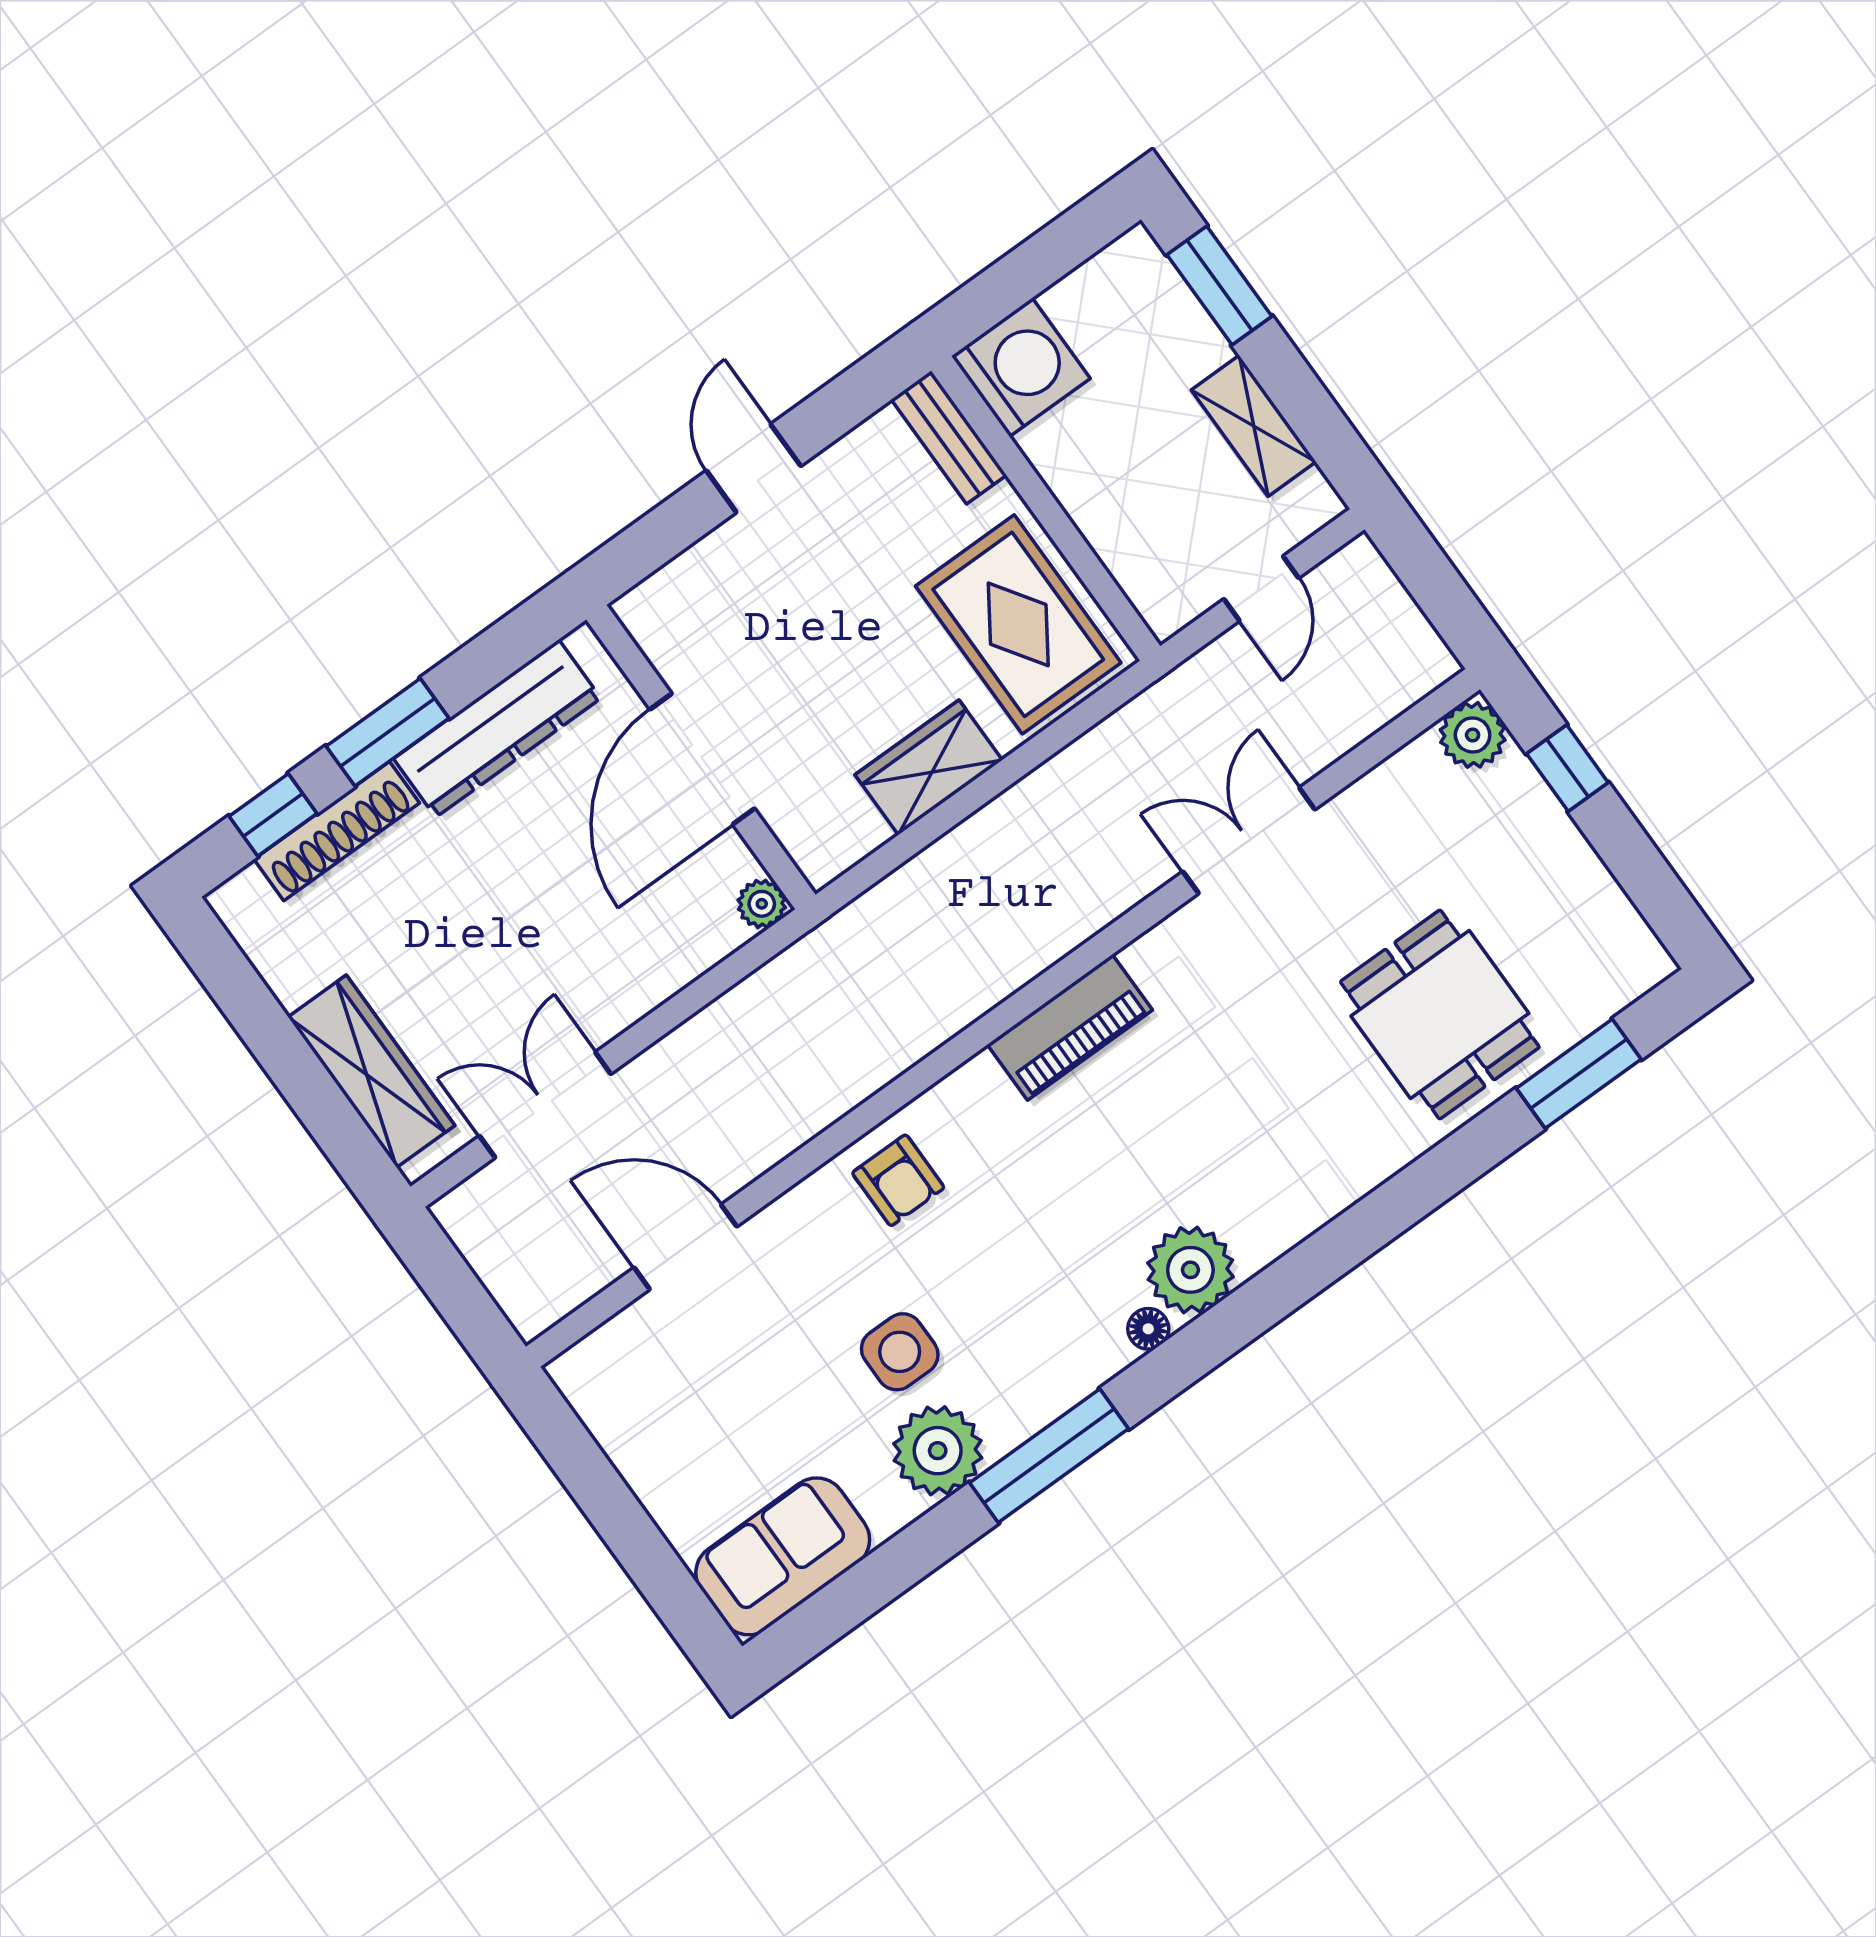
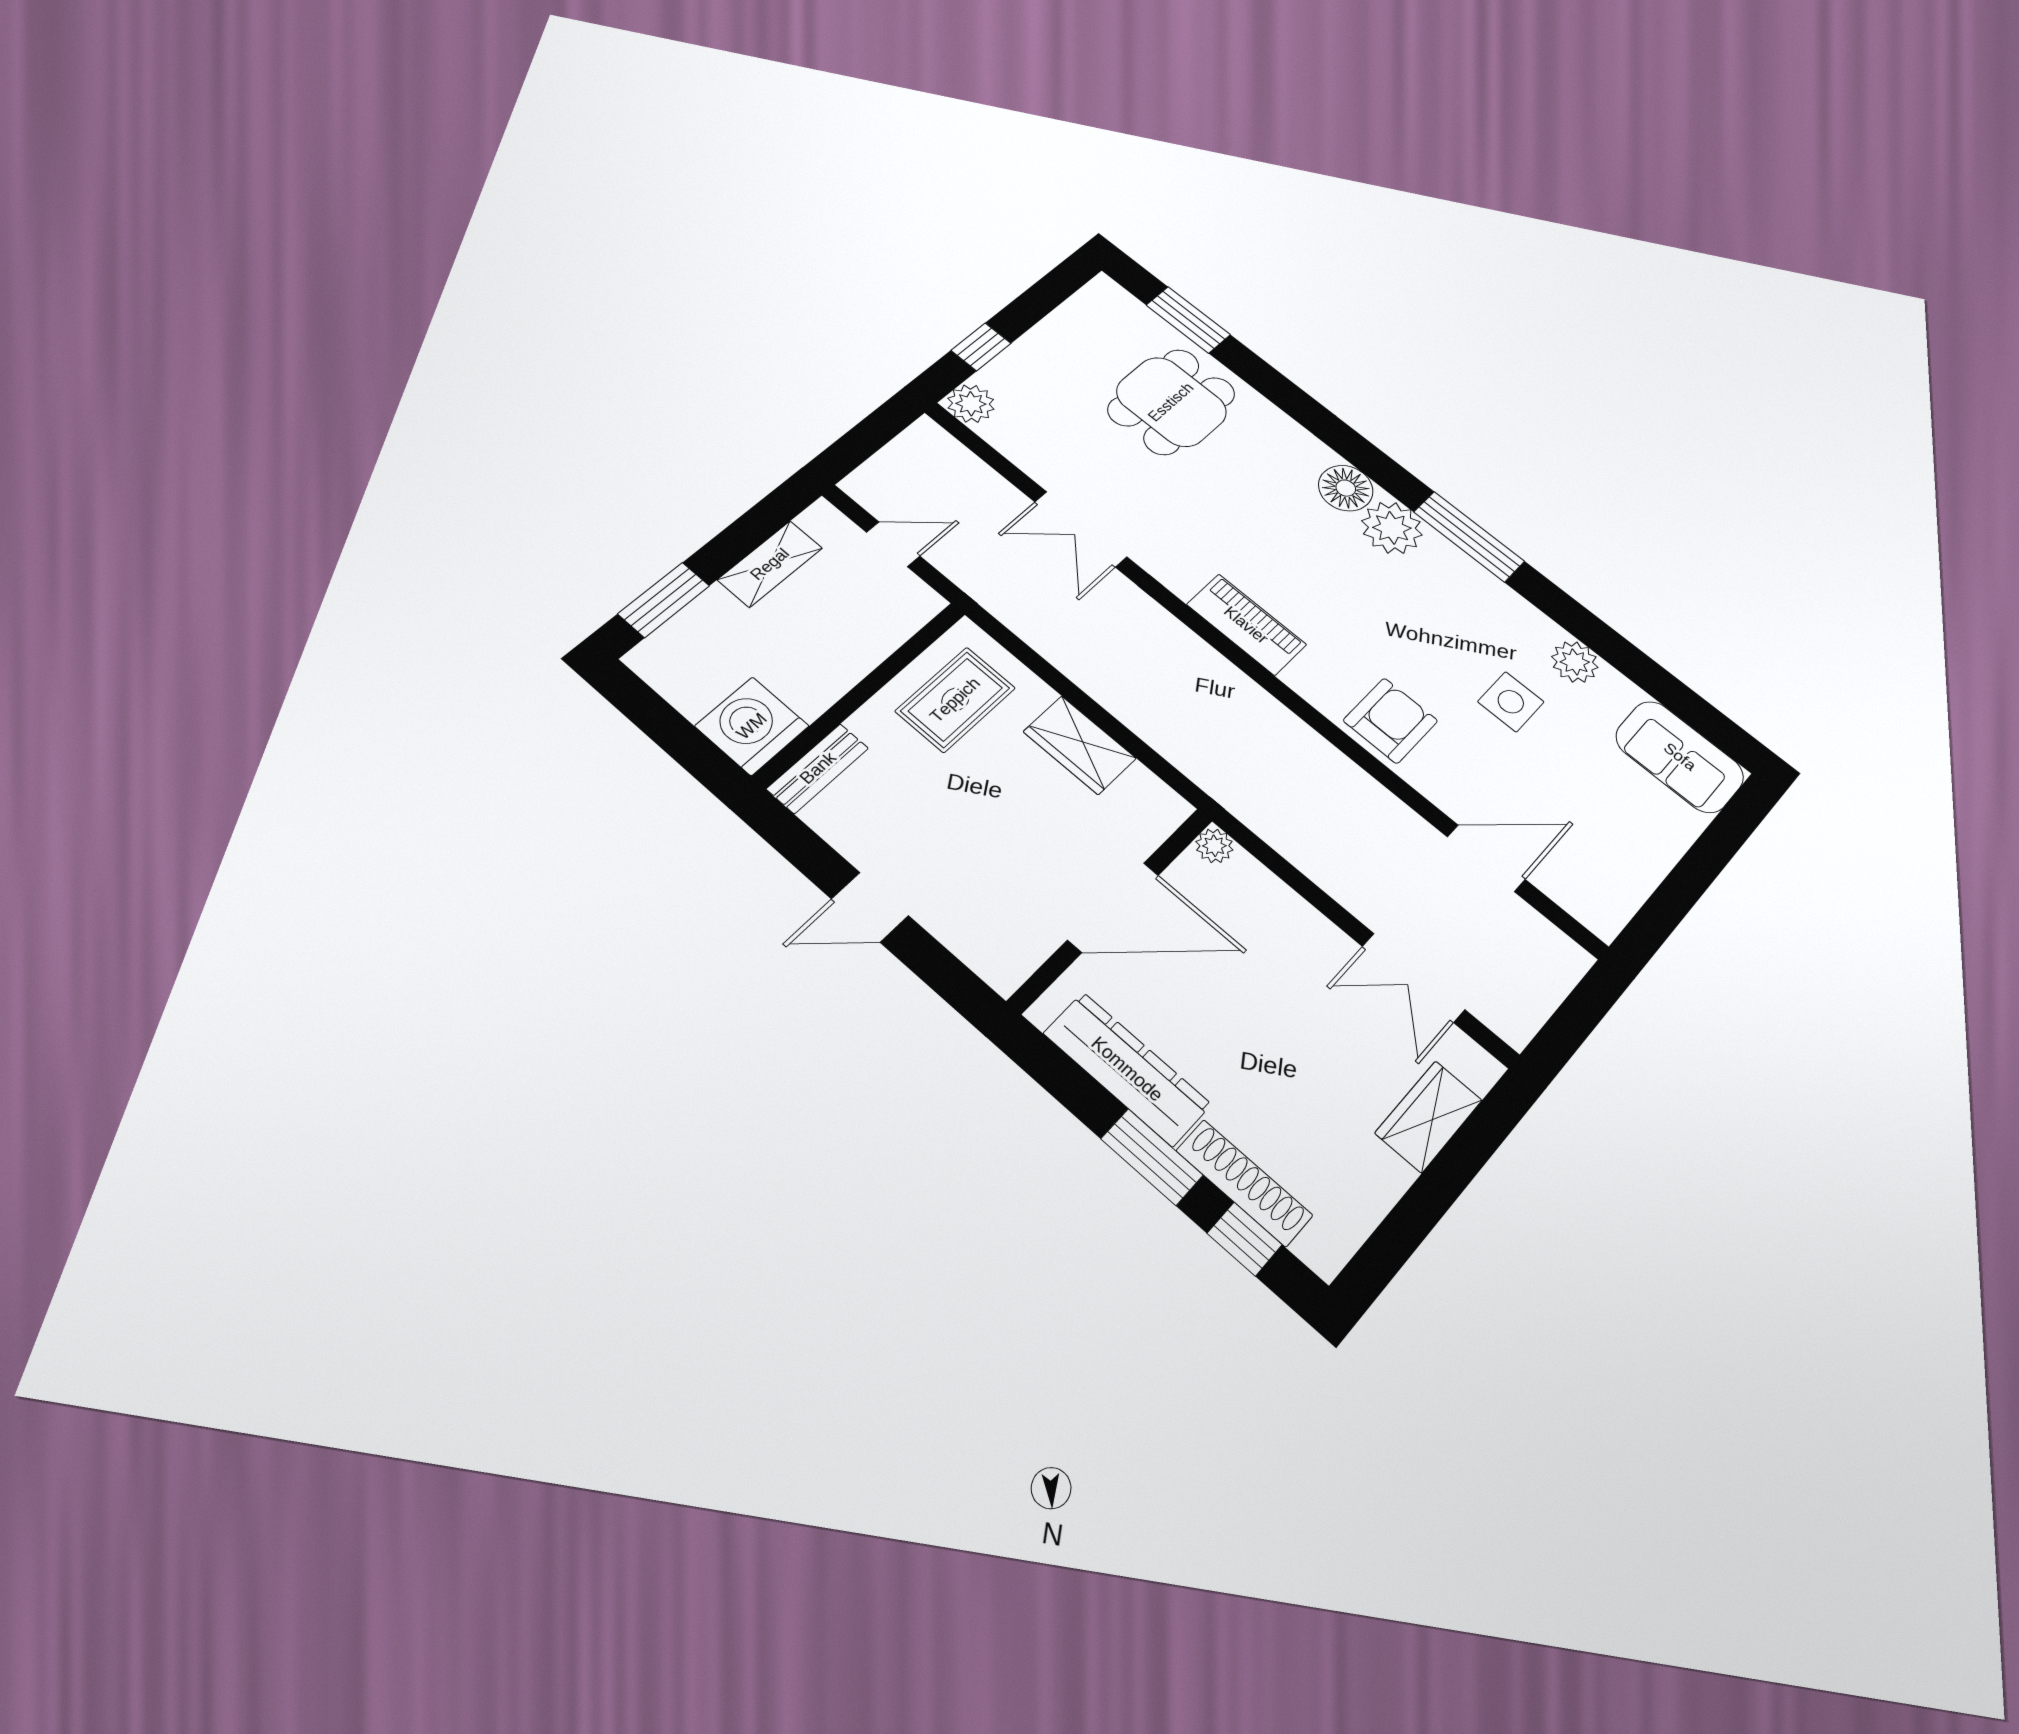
rug: (1018, 624) -> (955, 700), width x0.73, depth x0.70
wardrobe: (371, 1071) -> (1429, 1117), width x0.67
armchair: (898, 1180) -> (1390, 721), width x1.38, depth x1.38
door: (685, 1247) -> (1486, 858), swing flipped
floor lamp: (1148, 1329) -> (1346, 488), moved, width x1.89, depth x1.89
plant: (938, 1451) -> (1575, 662), width x0.73, depth x0.73
window: (1049, 1456) -> (1469, 537), moved

